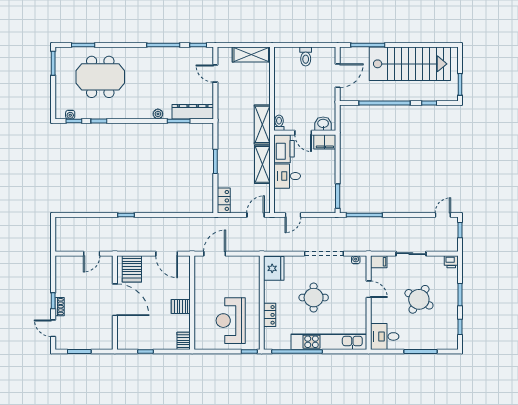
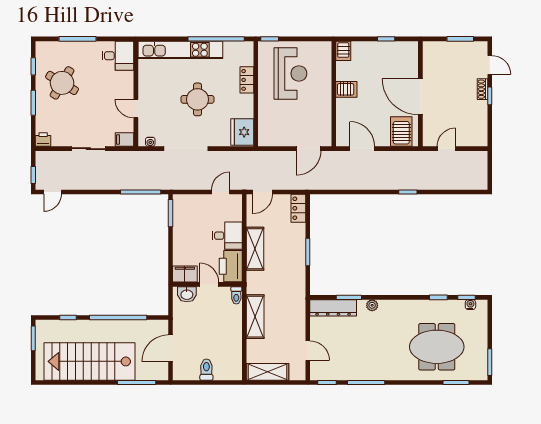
shelving: (262, 124) -> (255, 317), moved
round table: (419, 299) -> (62, 83), moved

